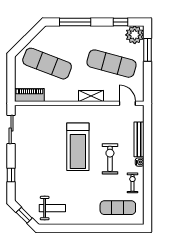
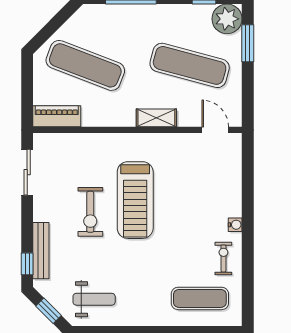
bench: (139, 139) -> (41, 251), moved
exercise bike: (110, 159) -> (90, 212), moved, turned 180
window: (11, 175) -> (27, 264), moved

